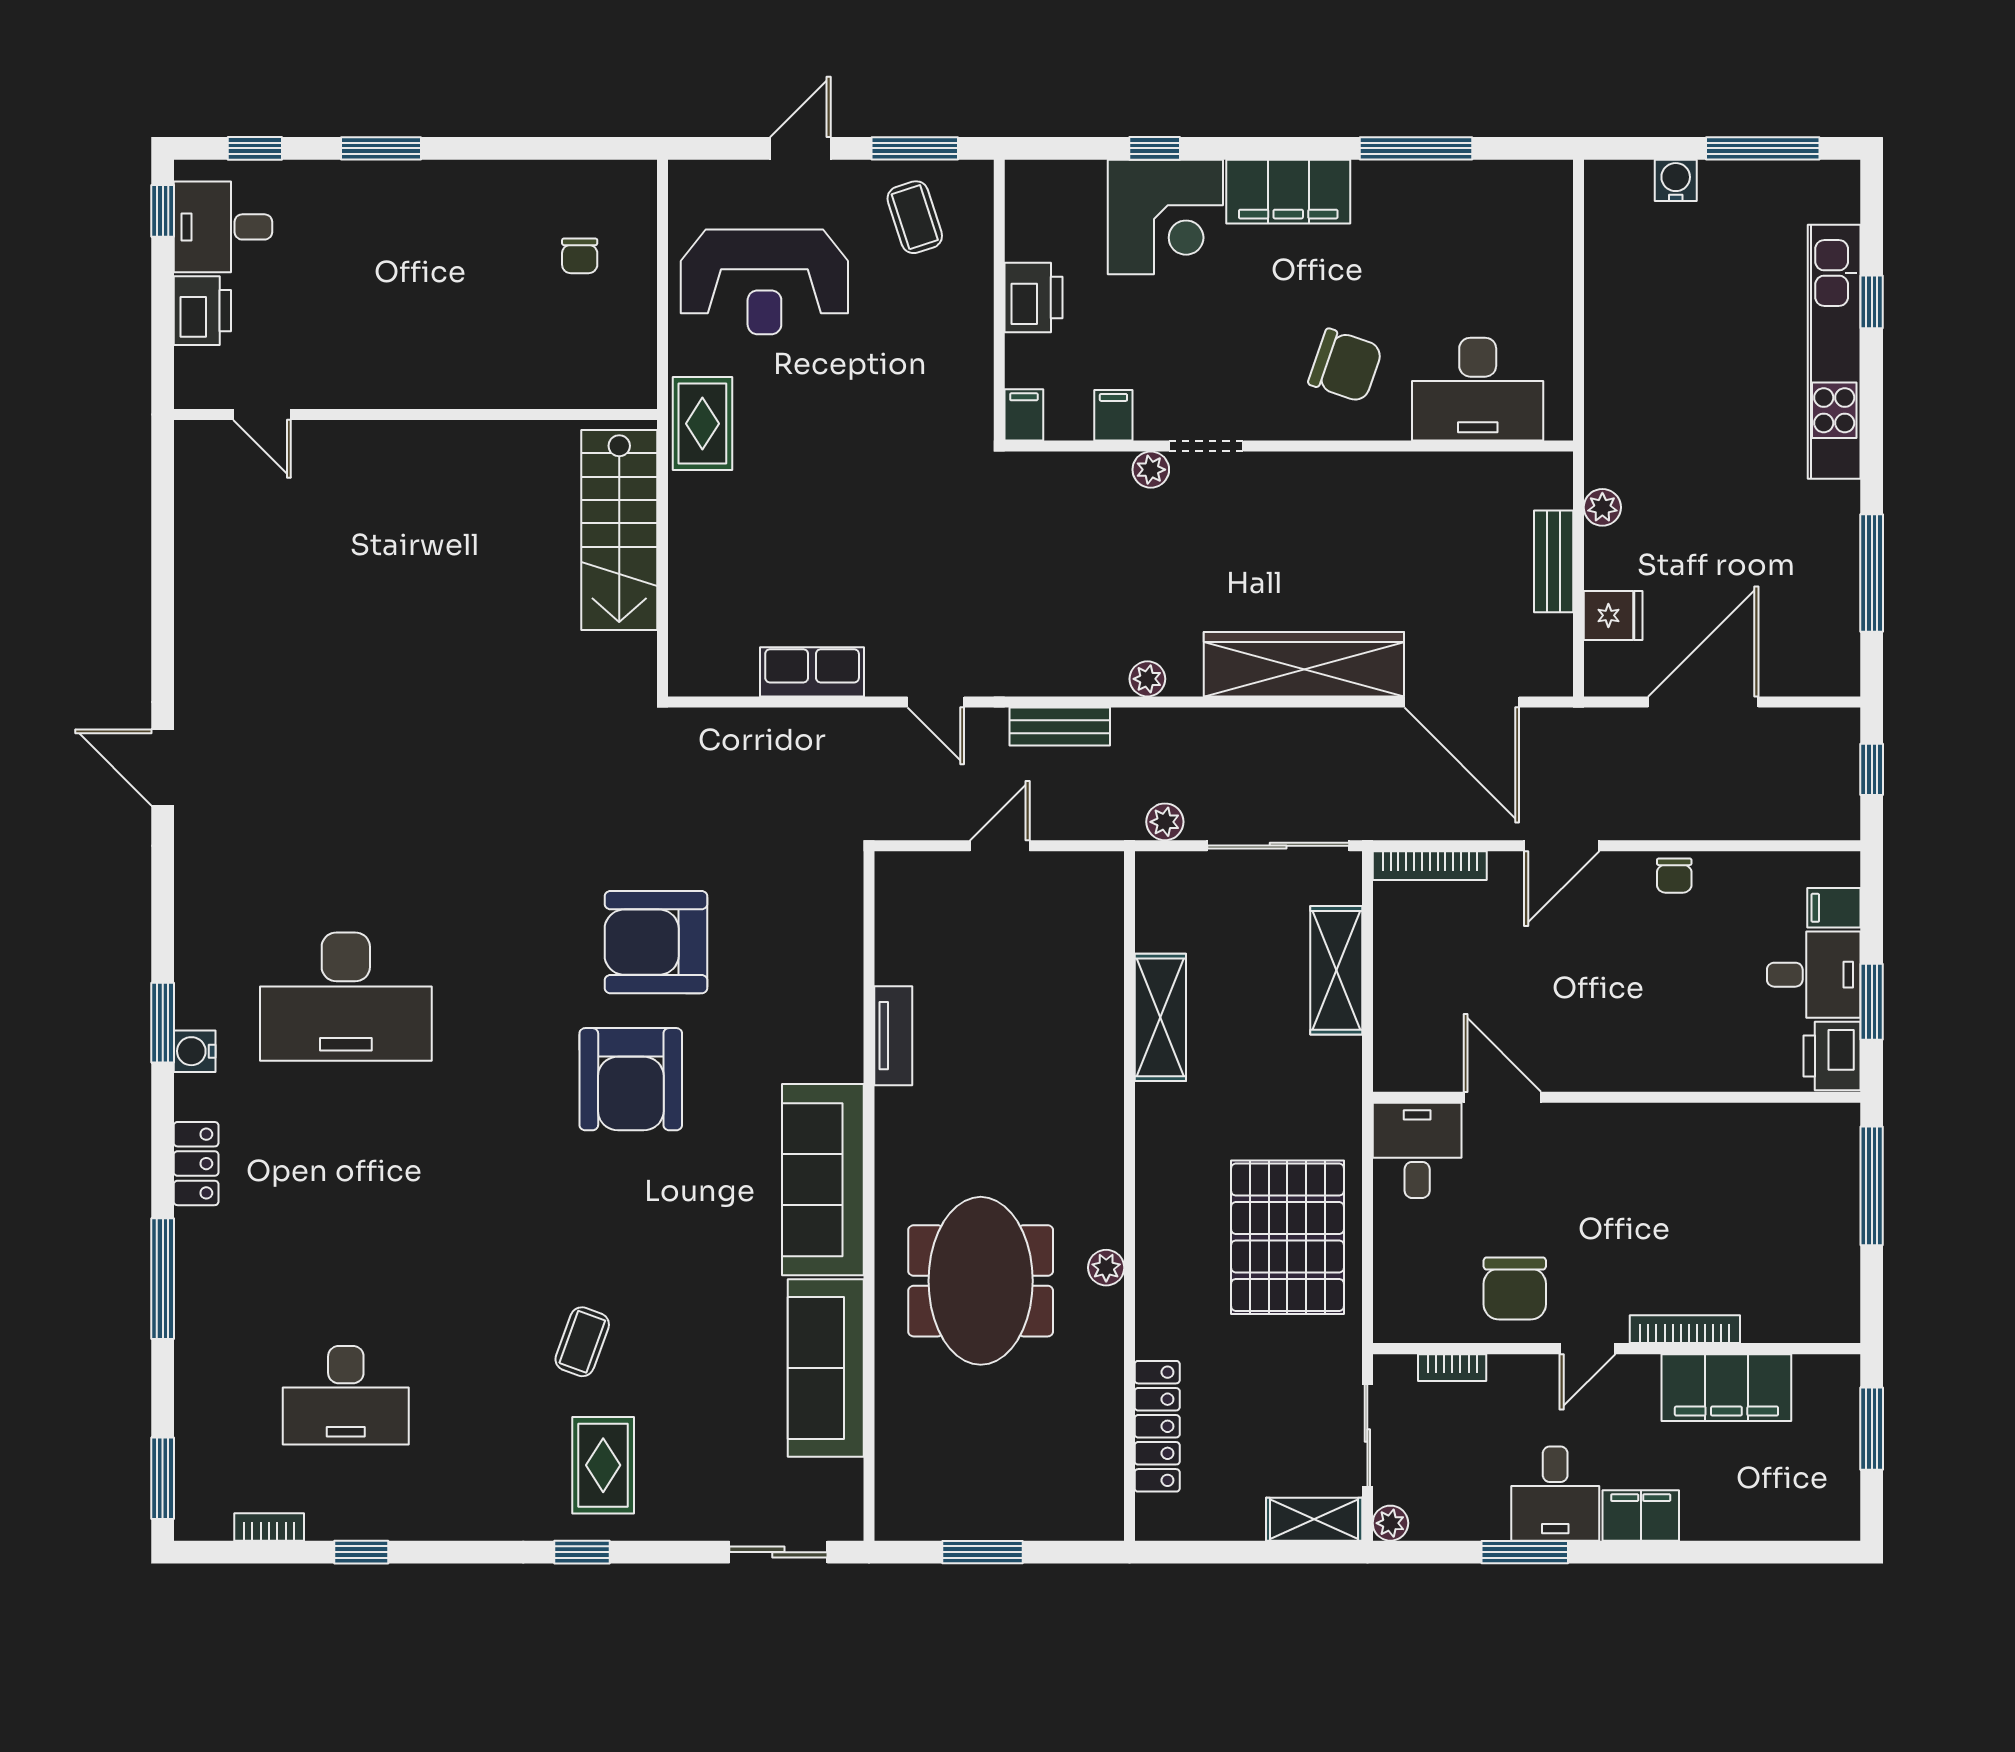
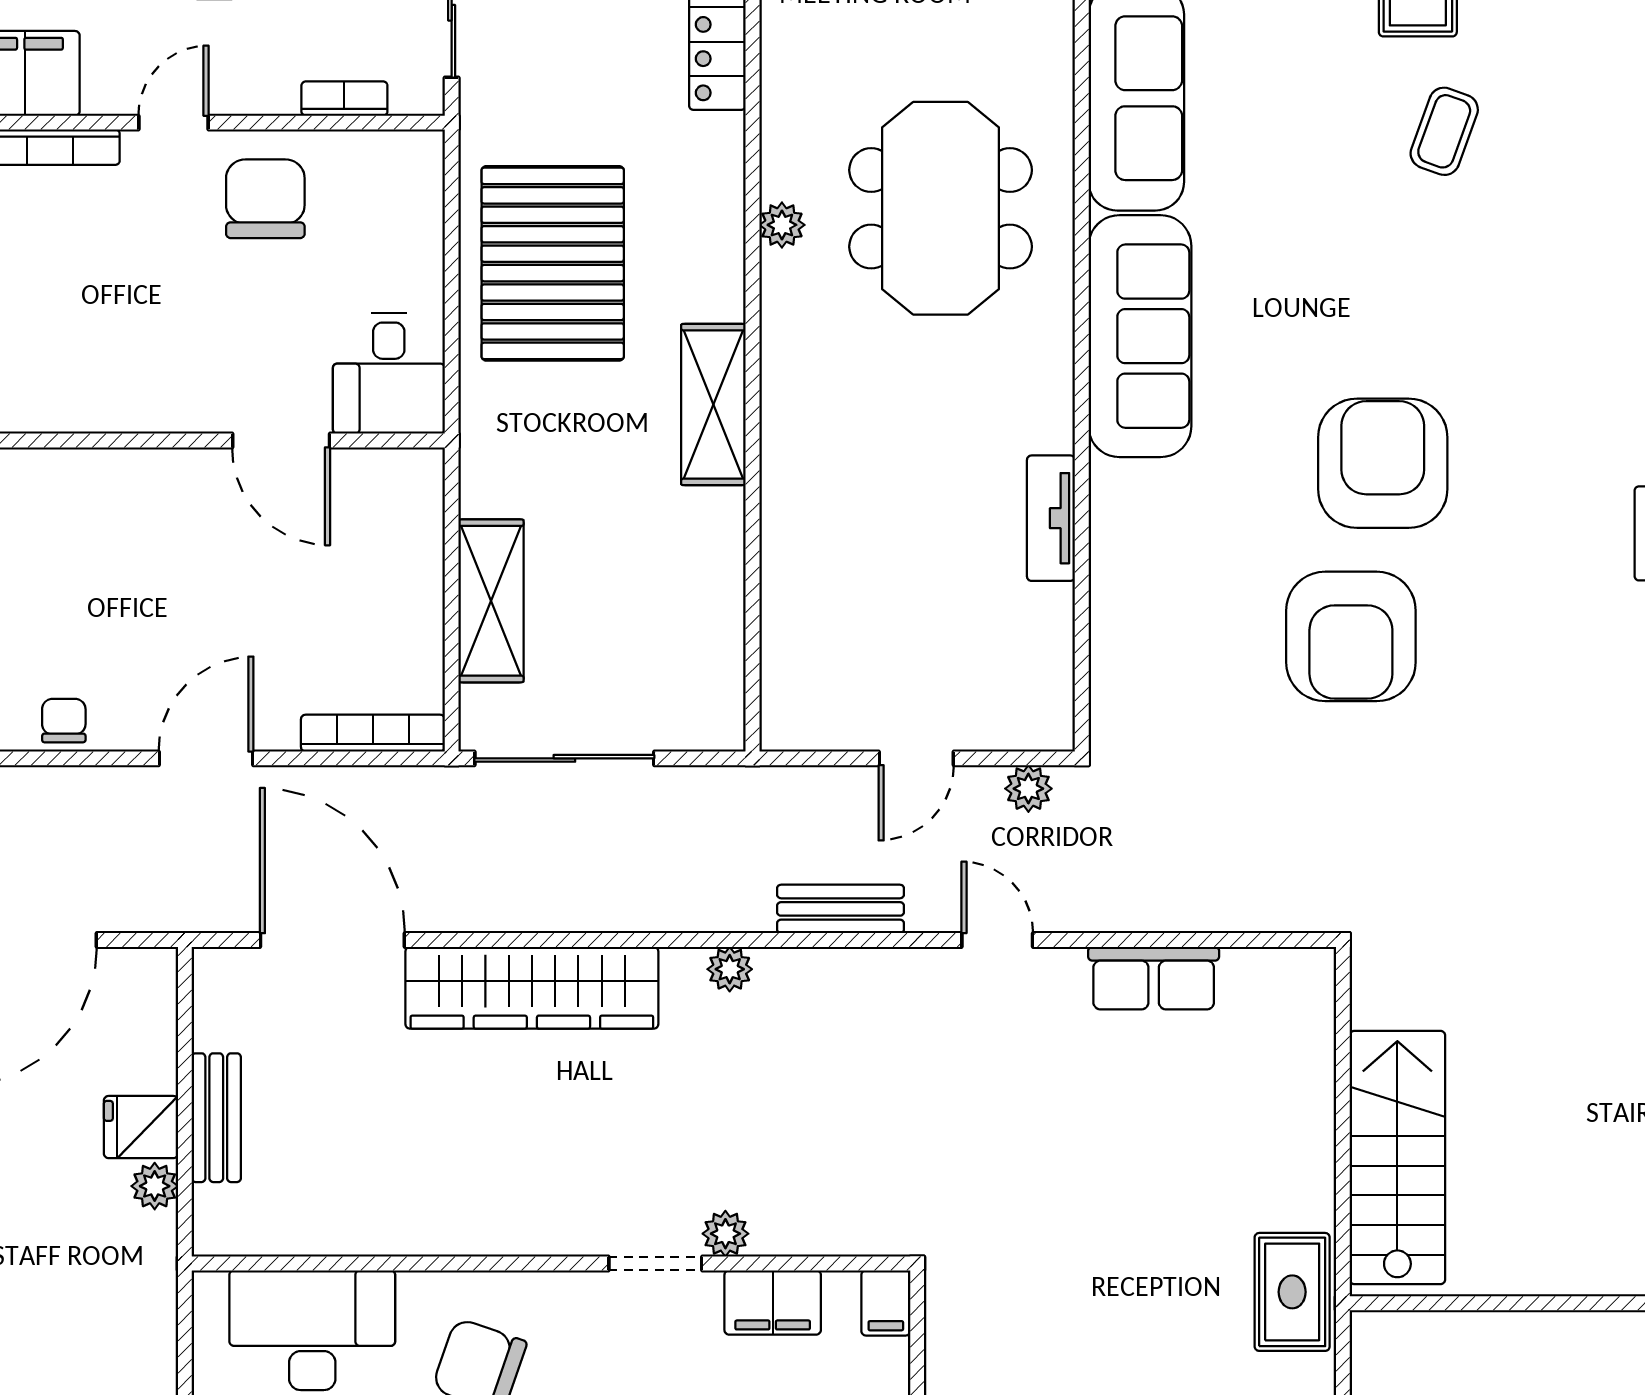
filing cabinet: (1113, 415) -> (773, 1302), width x2.00
fridge: (1613, 615) -> (141, 1127), moved
plant: (1165, 822) -> (1028, 789), moved
armchair: (656, 942) -> (1351, 636), turned 90
shelving: (1160, 1017) -> (713, 405), moved

